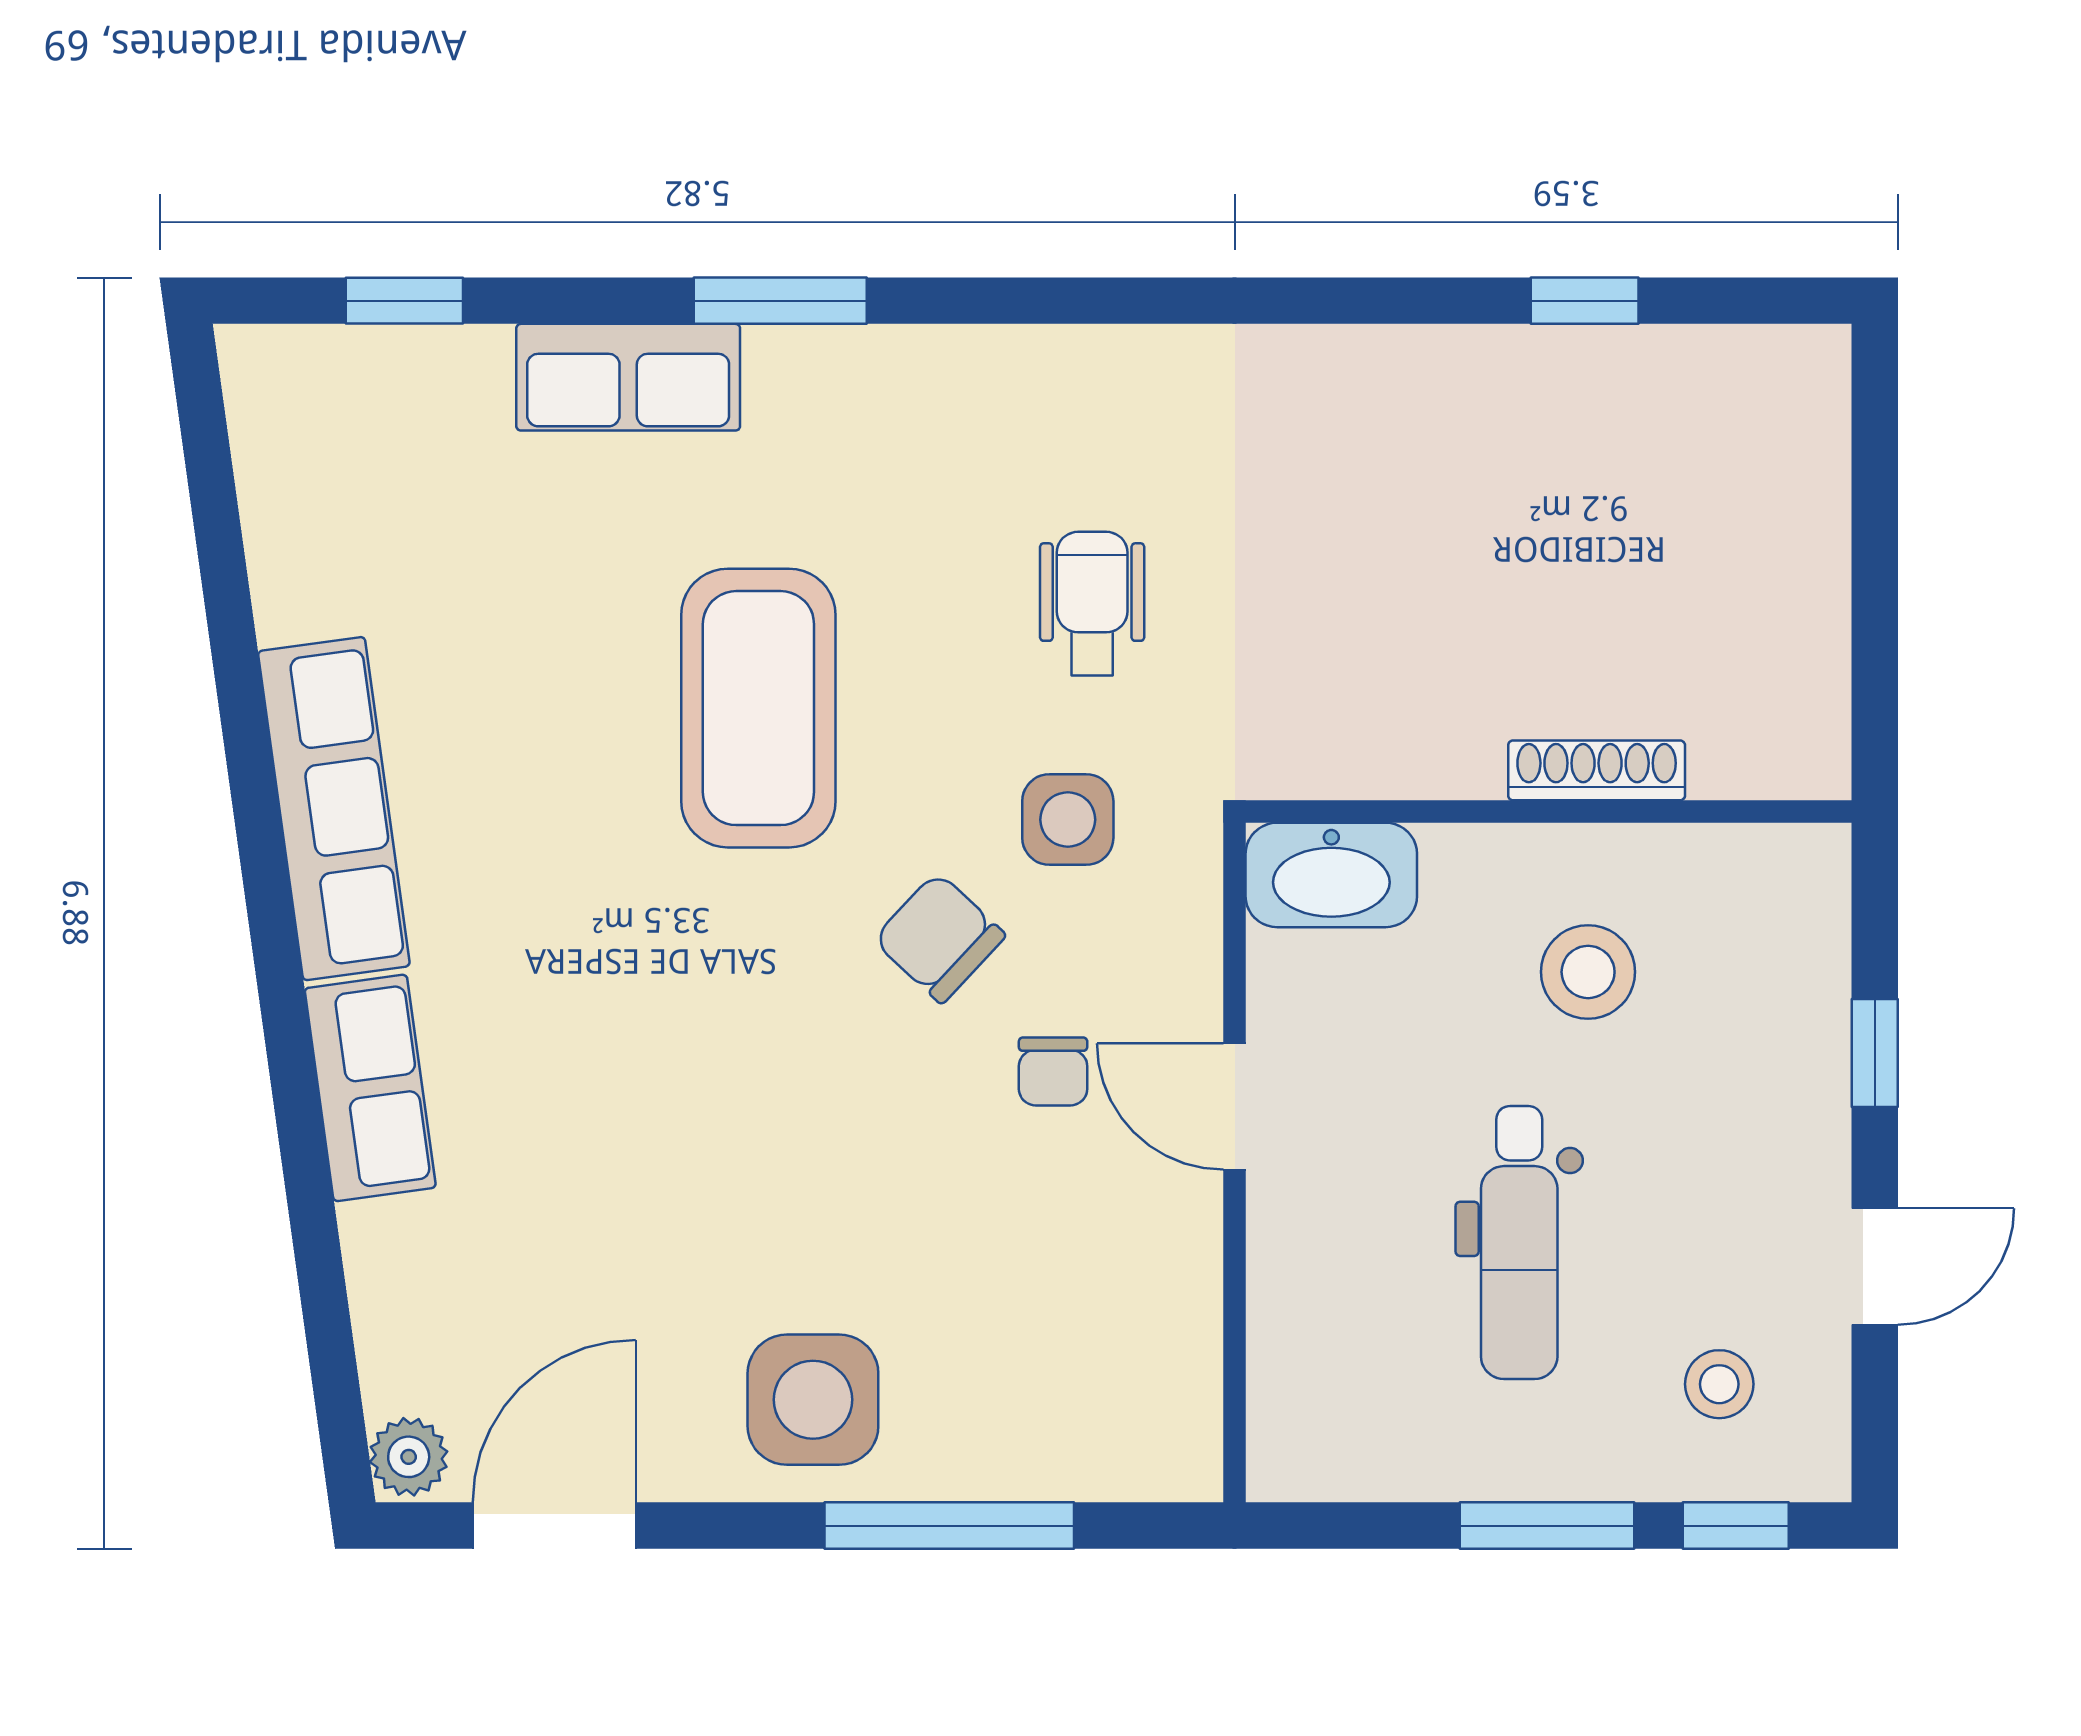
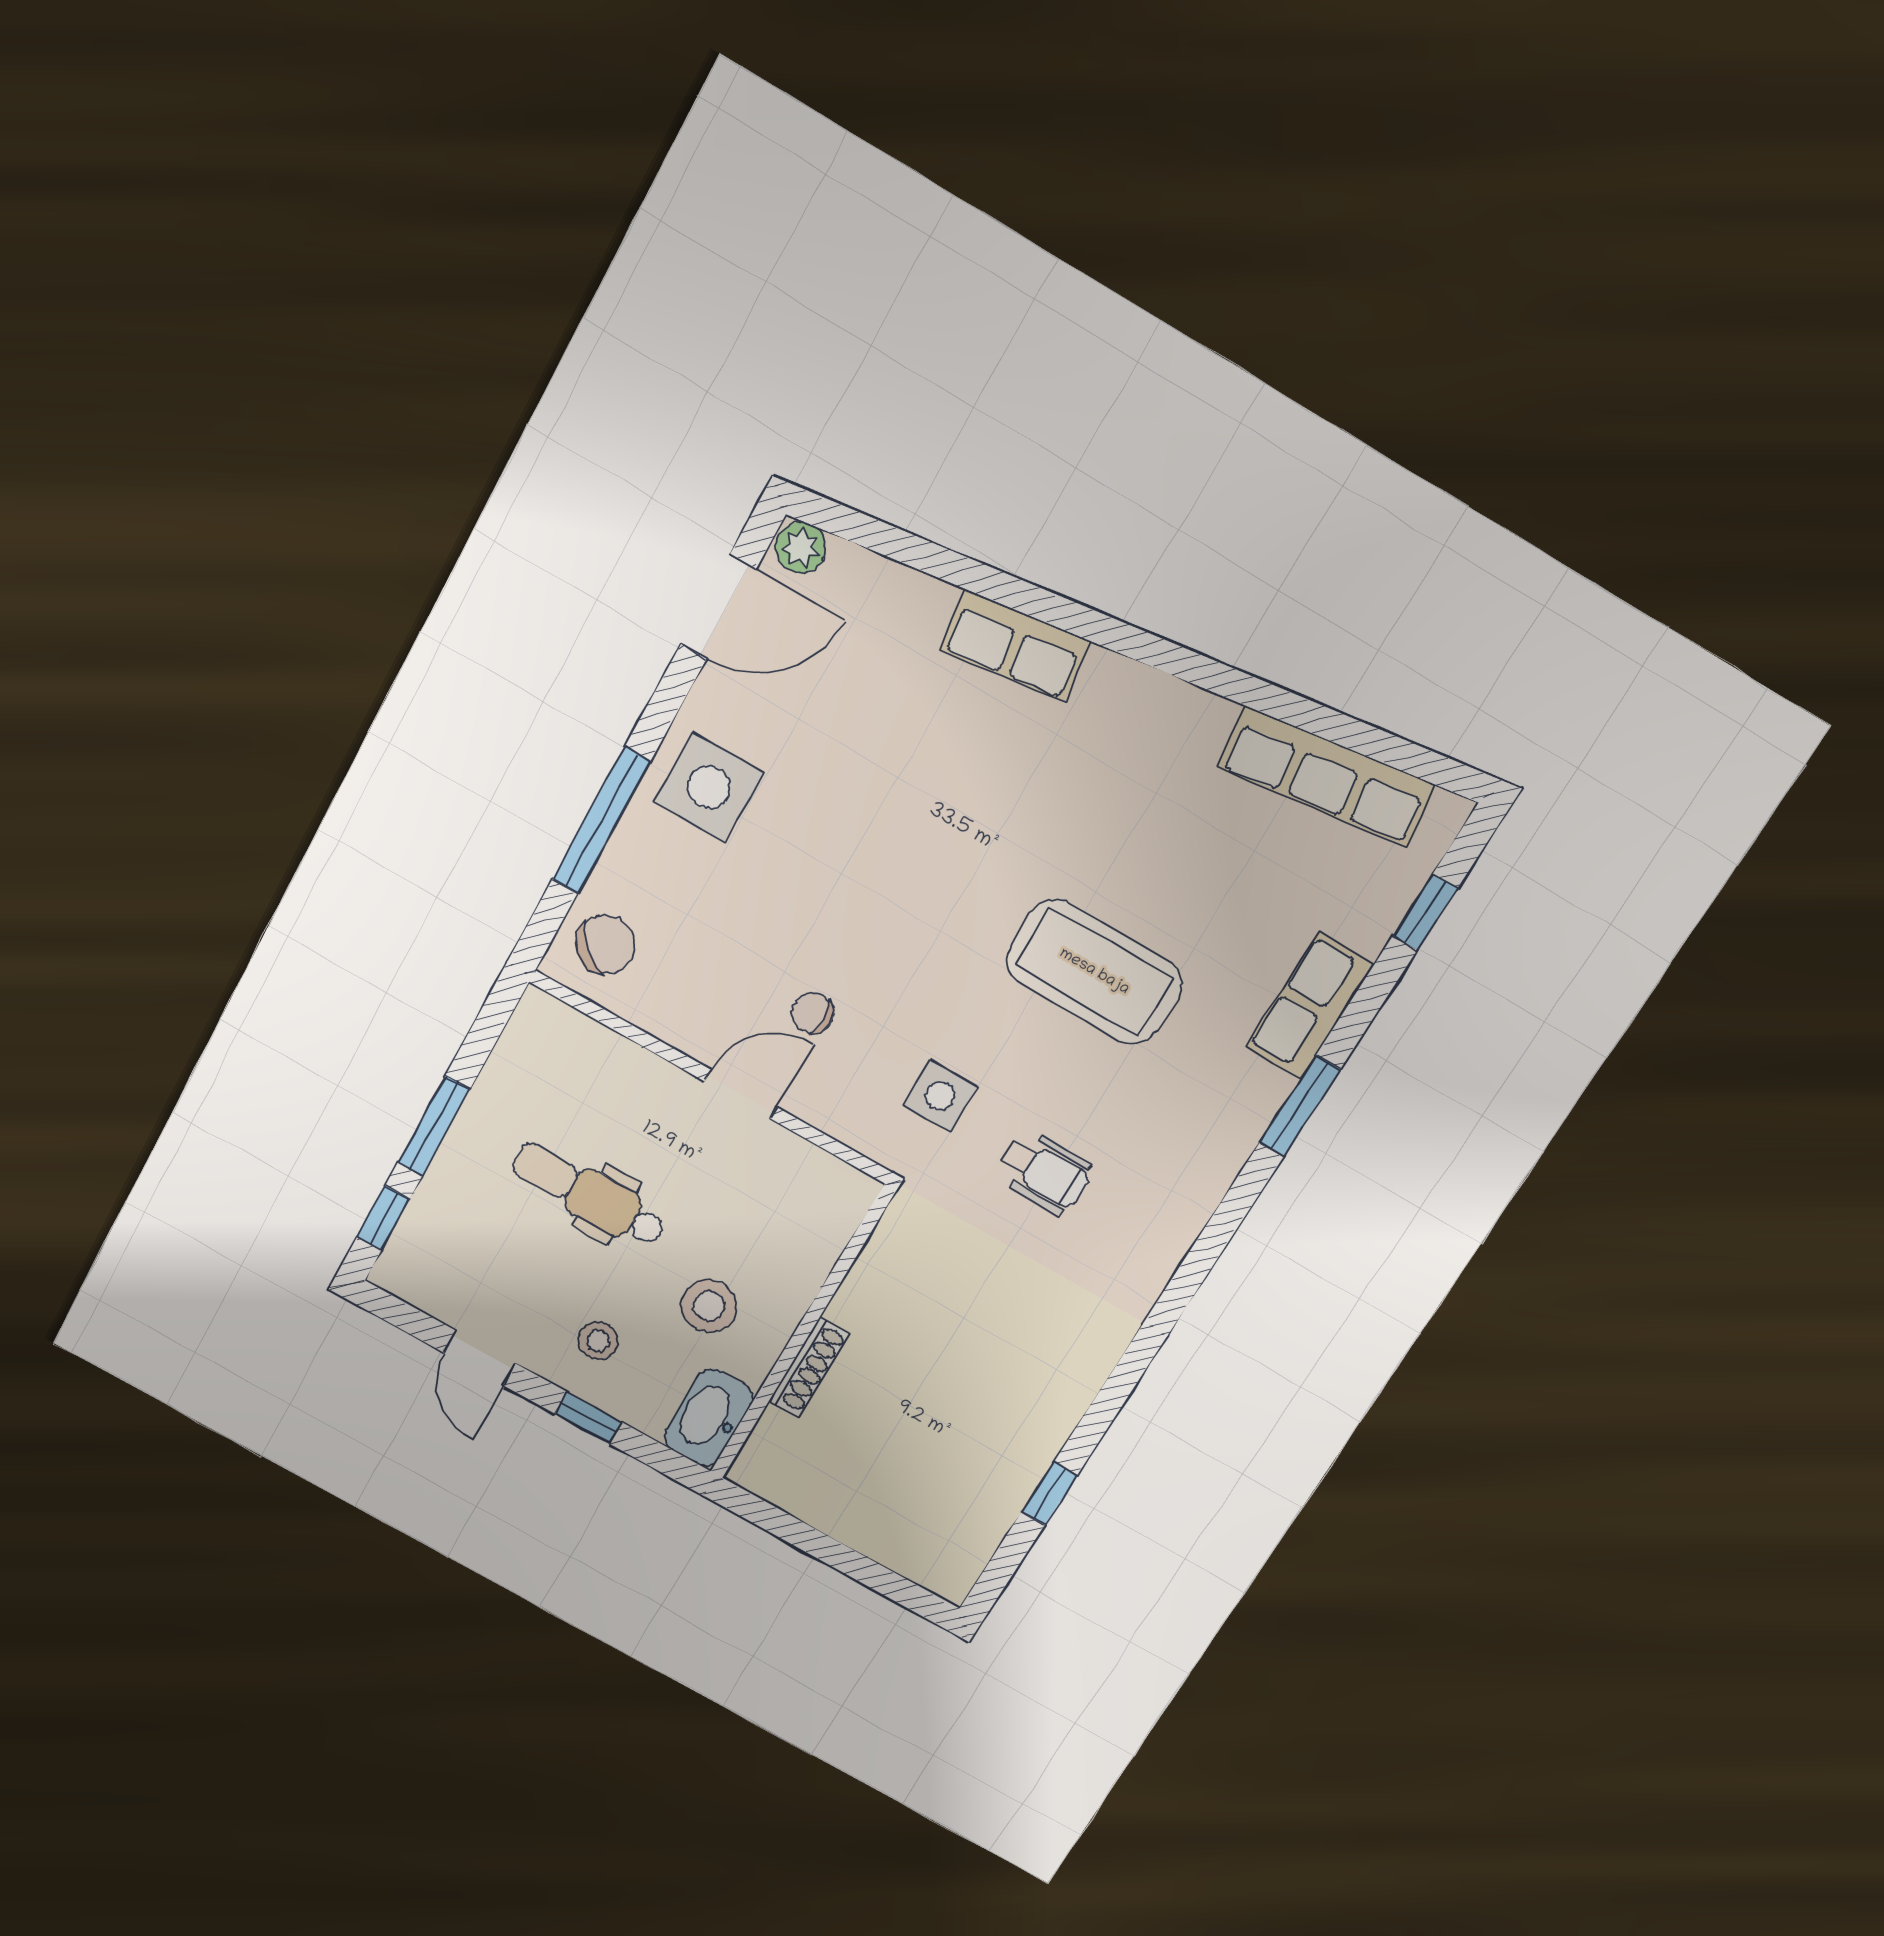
row of seats: (334, 809) -> (1326, 776), moved
washbasin: (1331, 875) -> (708, 1417), moved
chair: (939, 938) -> (605, 944), moved
stool: (1719, 1384) -> (598, 1341), moved
door: (554, 1526) -> (718, 607), hinge flipped

